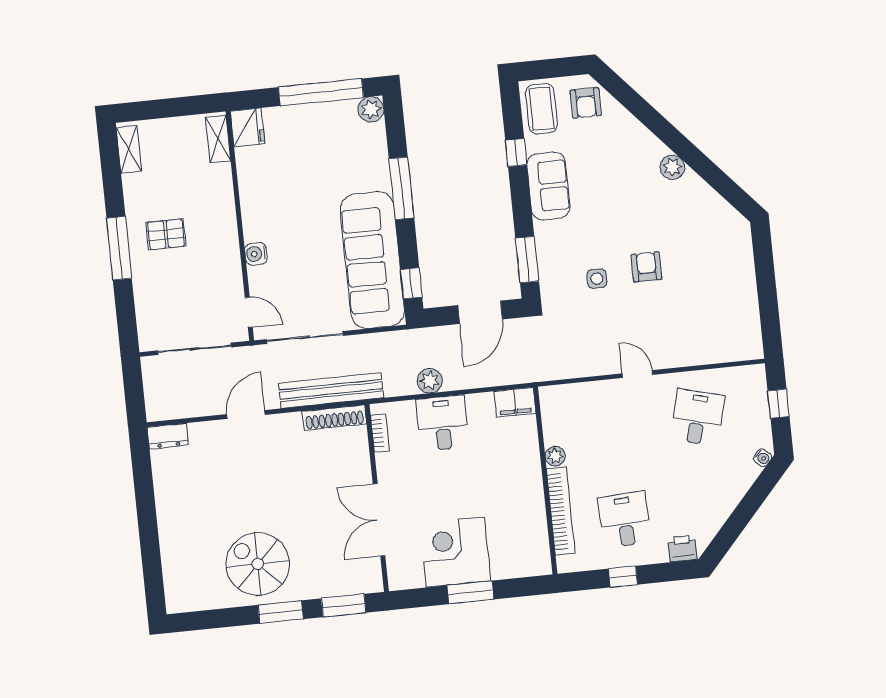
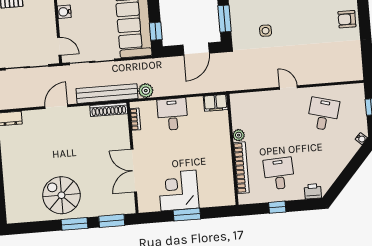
armchair: (646, 267) -> (347, 19), moved, turned -90
plant: (430, 381) -> (146, 91), moved

